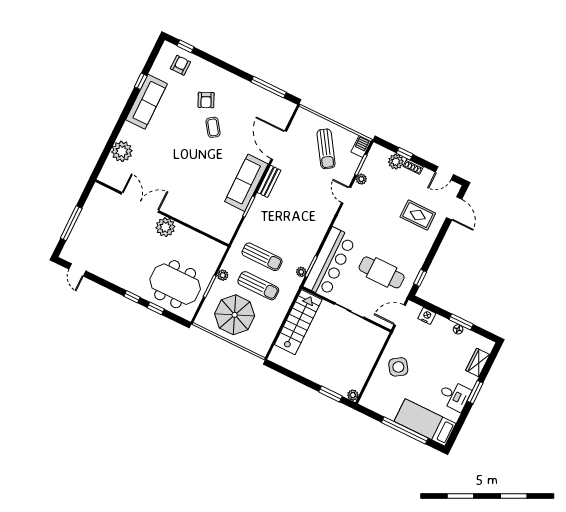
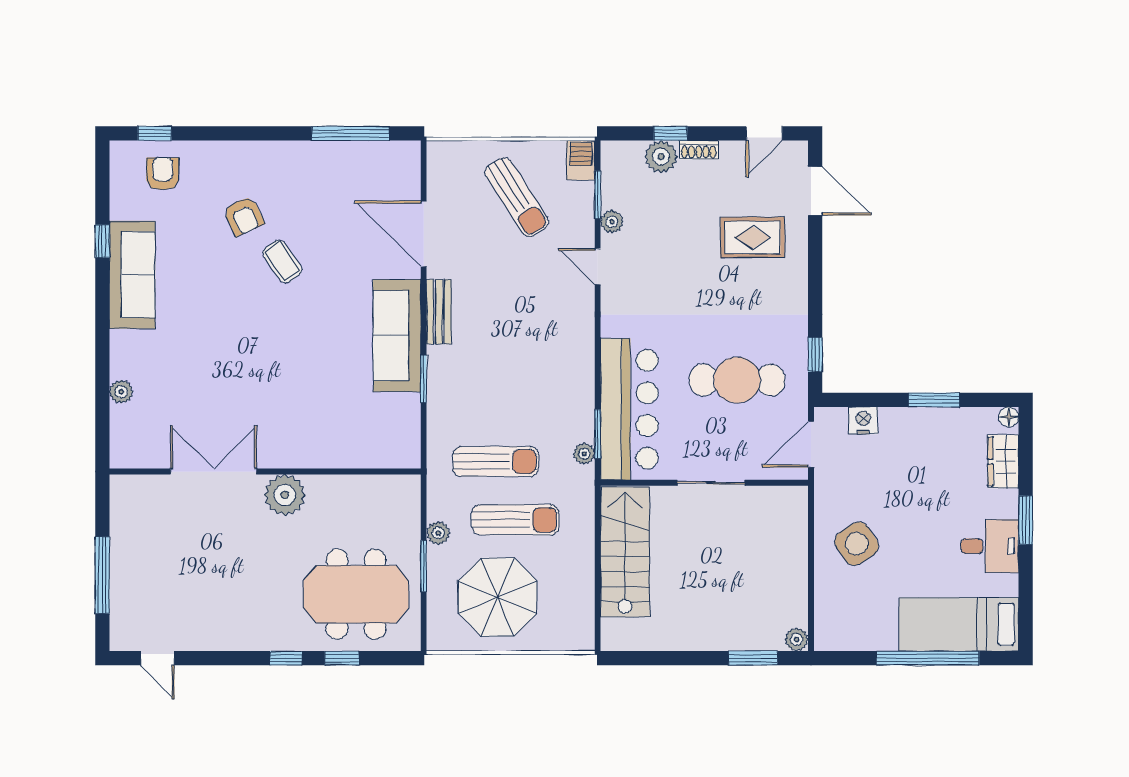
plant: (122, 151) -> (121, 392), width x0.53, depth x0.53
floor lamp: (458, 329) -> (1009, 417), moved

